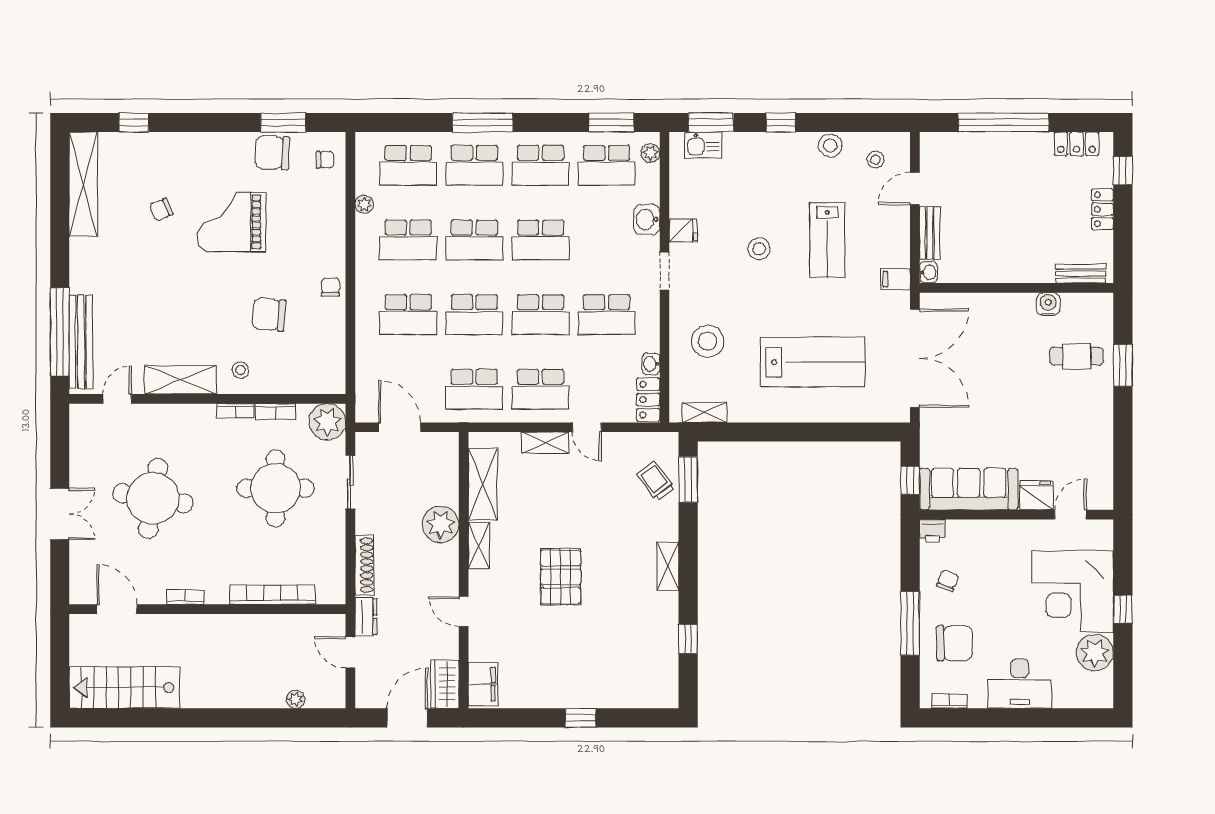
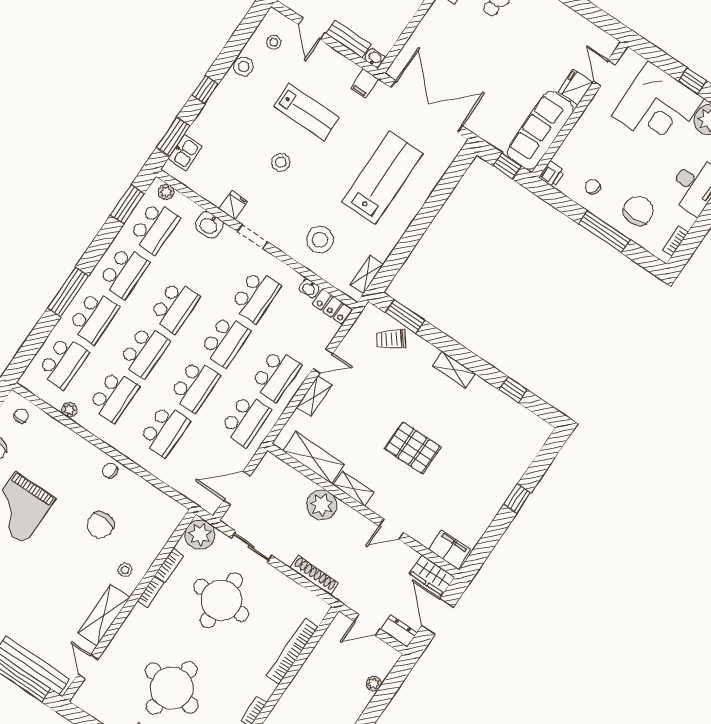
dresser: (366, 617) -> (399, 631), moved

